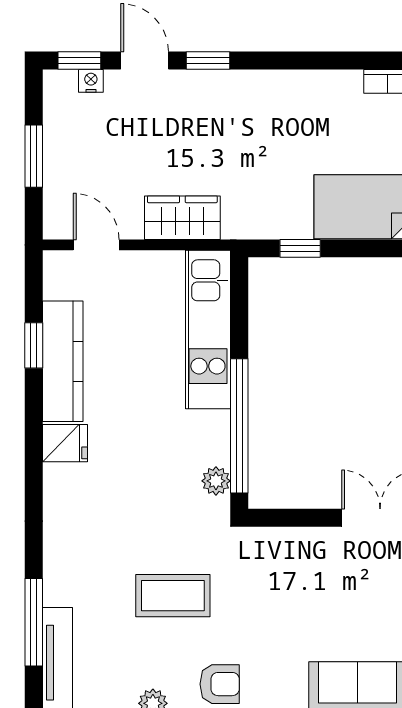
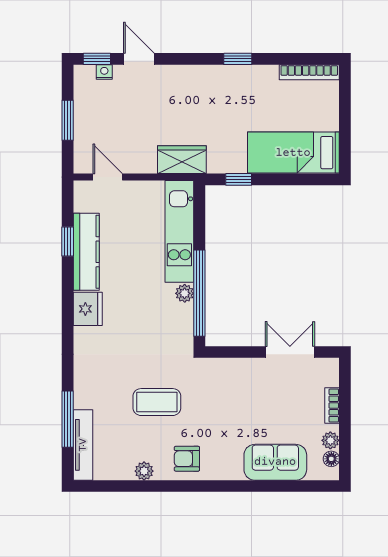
window: (208, 61) -> (238, 59), moved
wardrobe: (182, 218) -> (182, 160), moved
fridge: (65, 443) -> (88, 309), width x1.38
plant: (216, 481) -> (185, 293), moved
armchair: (220, 684) -> (187, 459), turned 180

